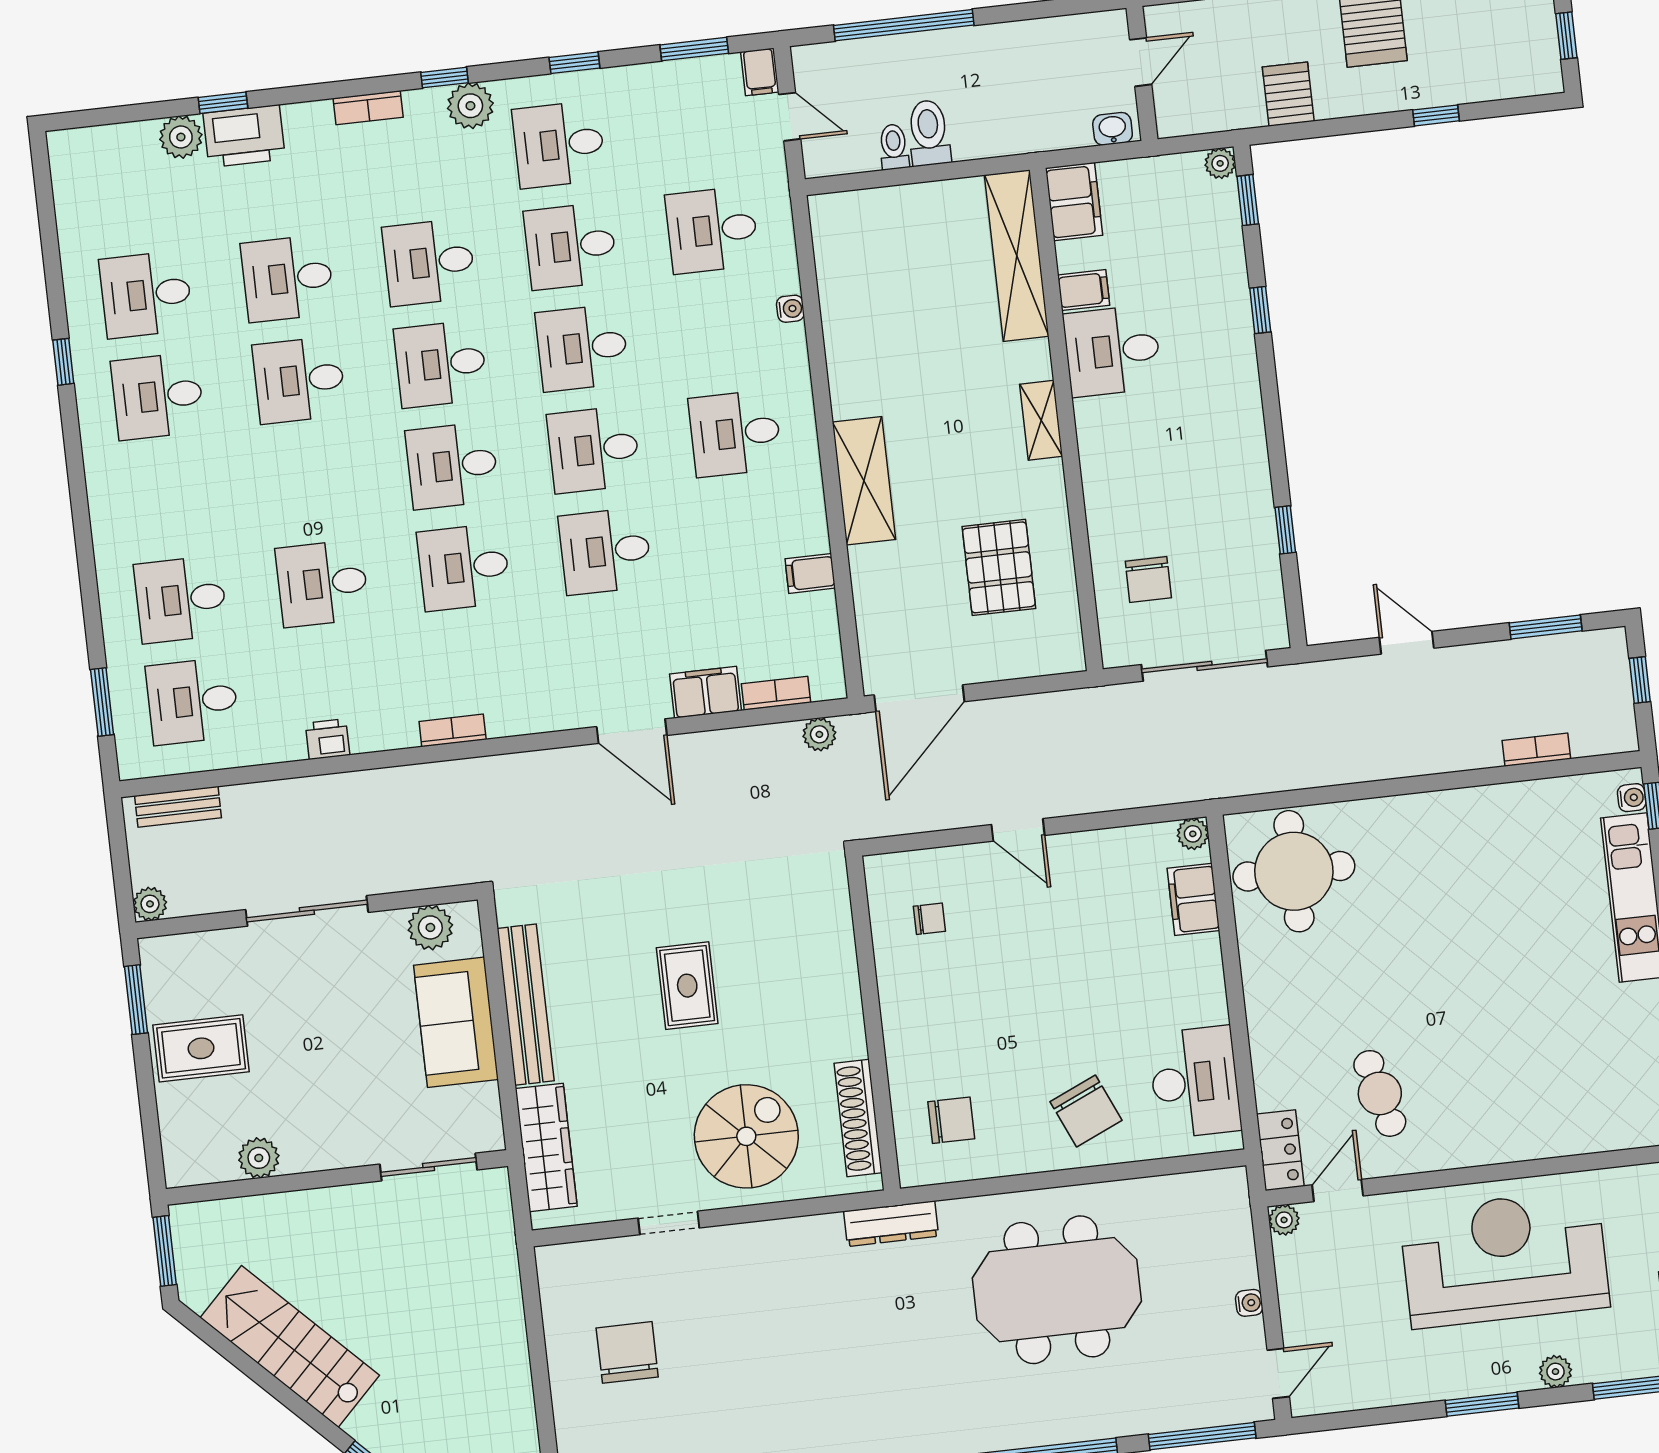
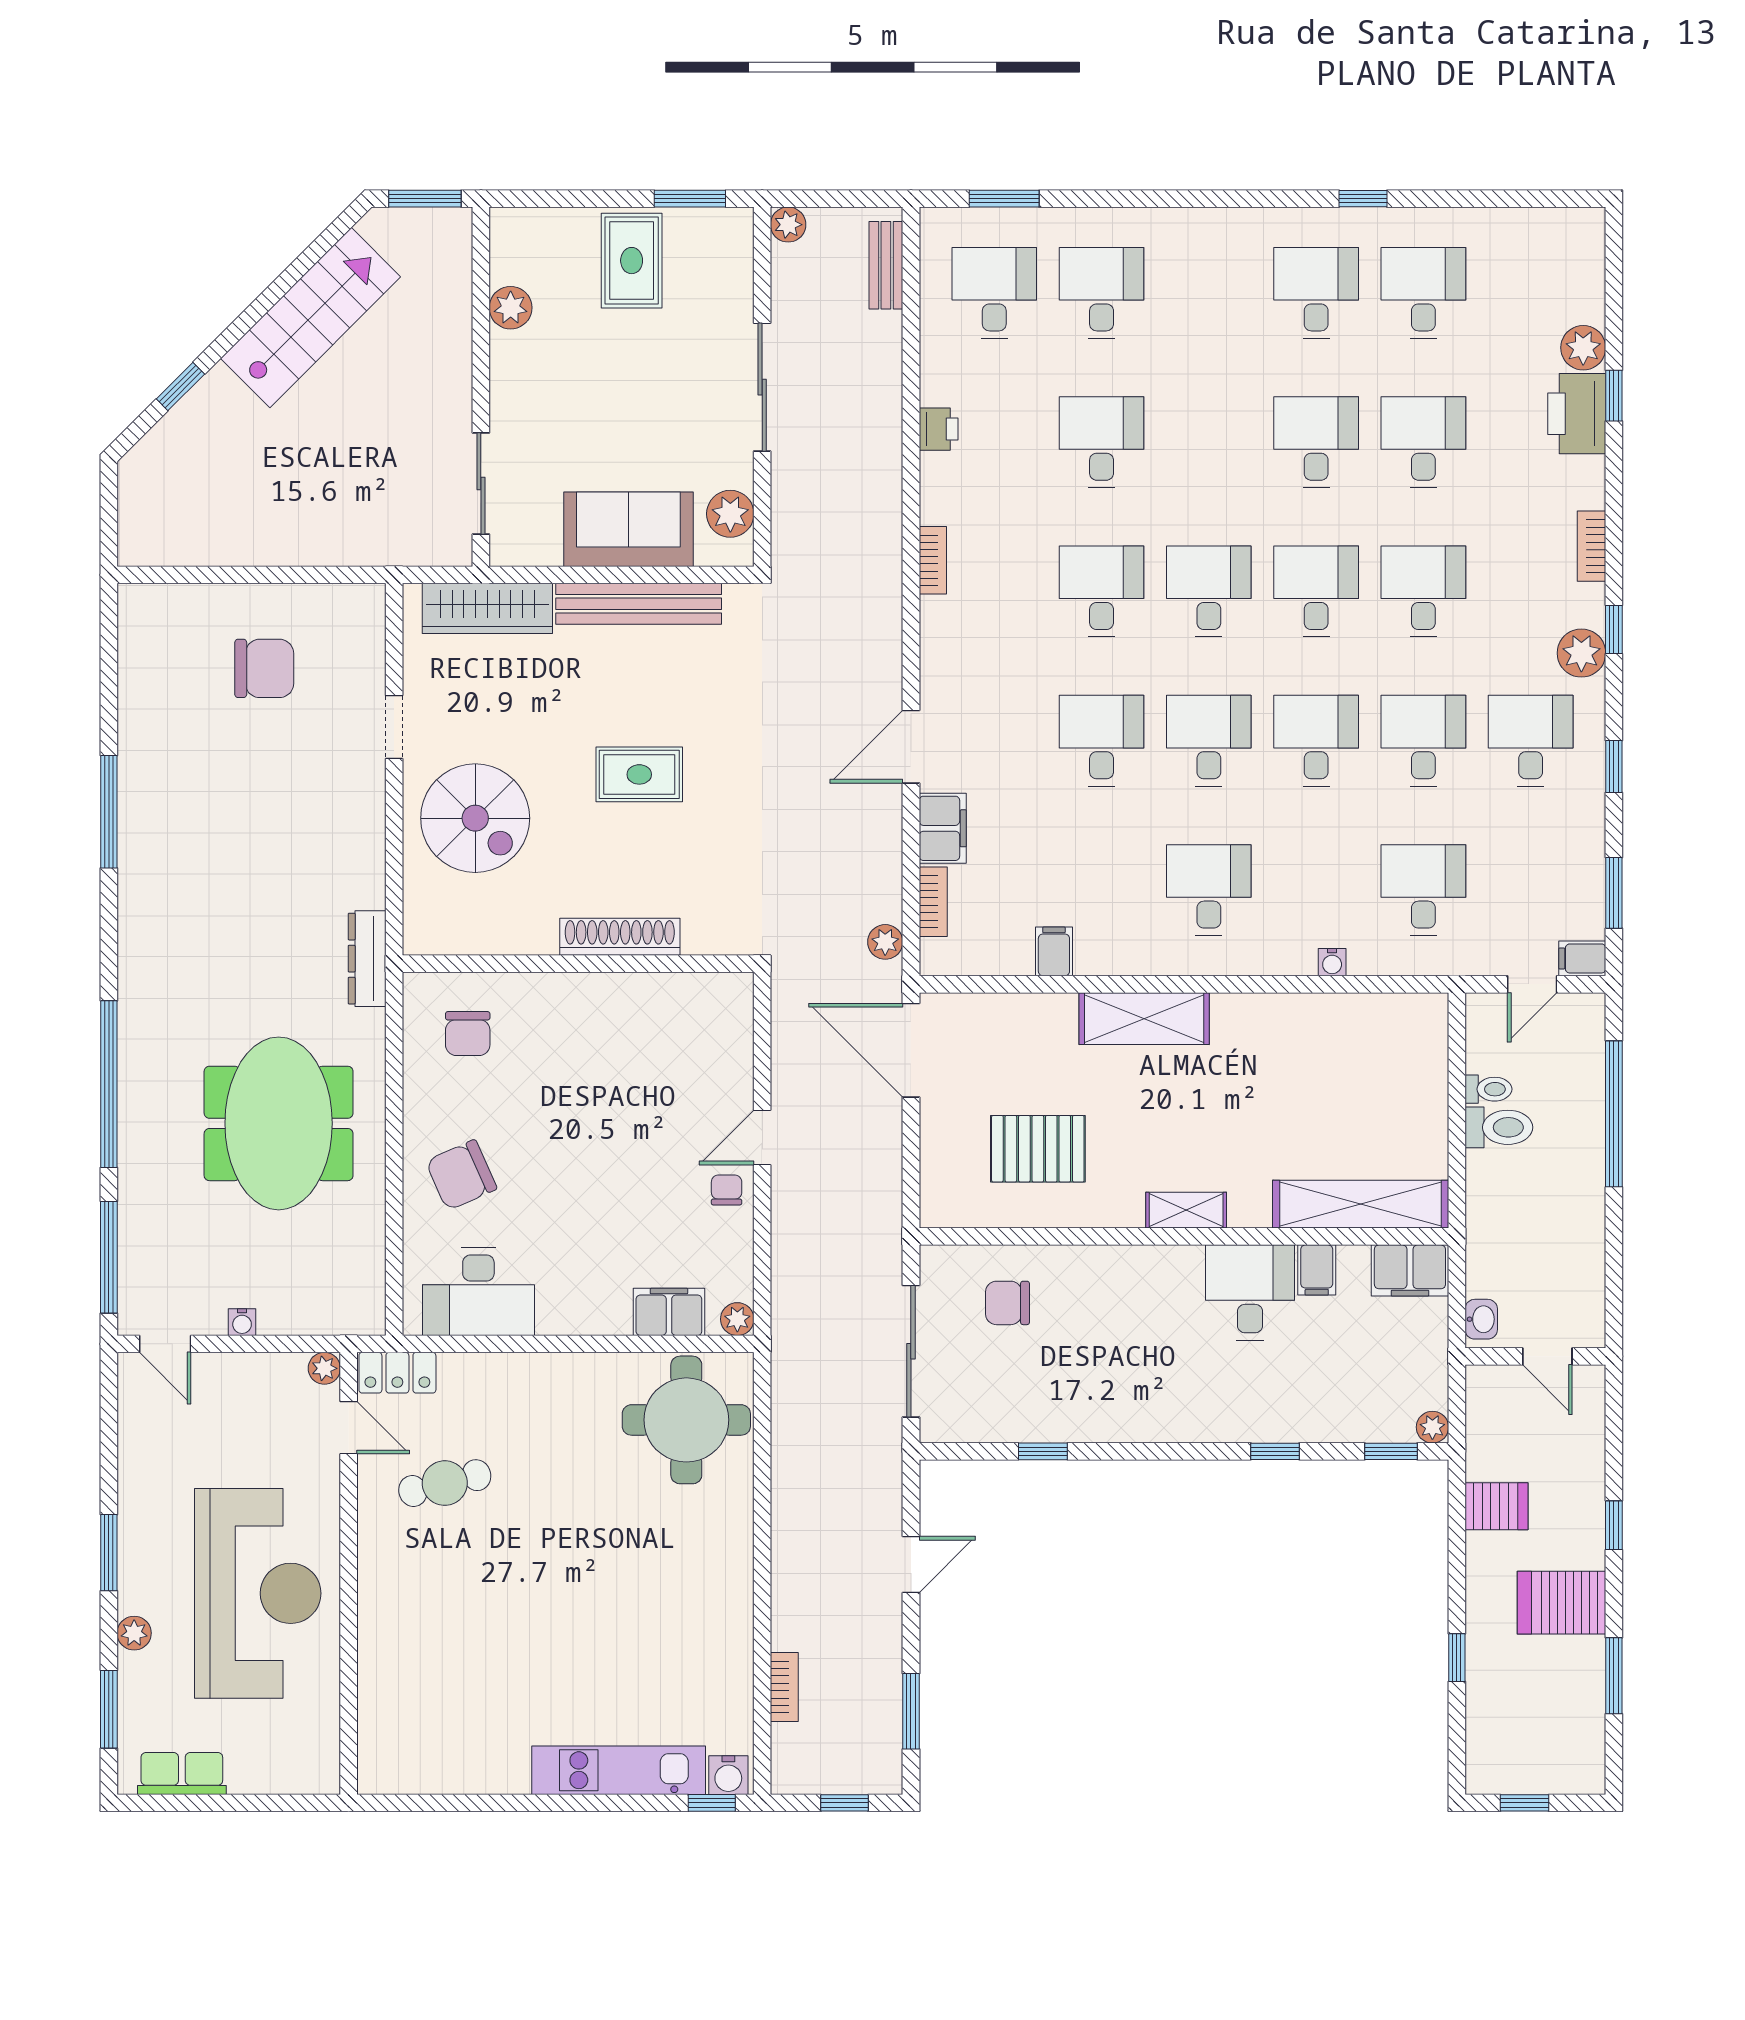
water cooler: (1632, 798) -> (728, 1775), width x1.38, depth x1.38
chair: (929, 919) -> (727, 1190), moved, turned 180
shoe rack: (858, 1118) -> (620, 937), moved

